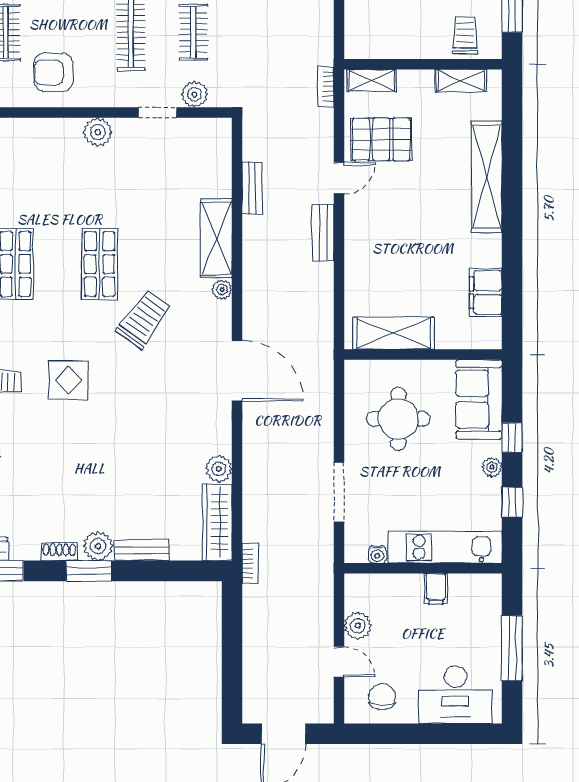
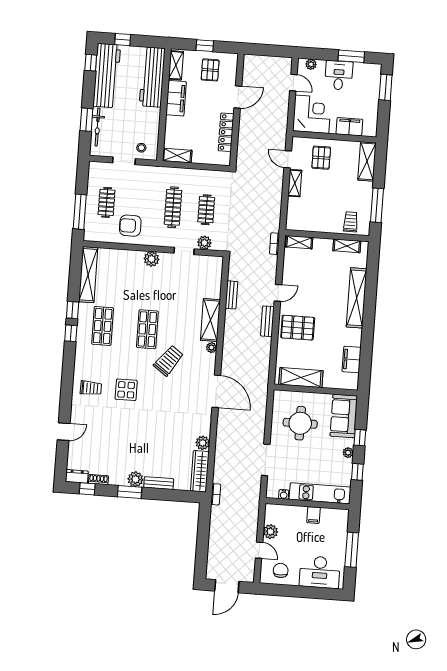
pallet: (381, 139) -> (298, 328), moved
shoe rack: (59, 552) -> (98, 480), moved

